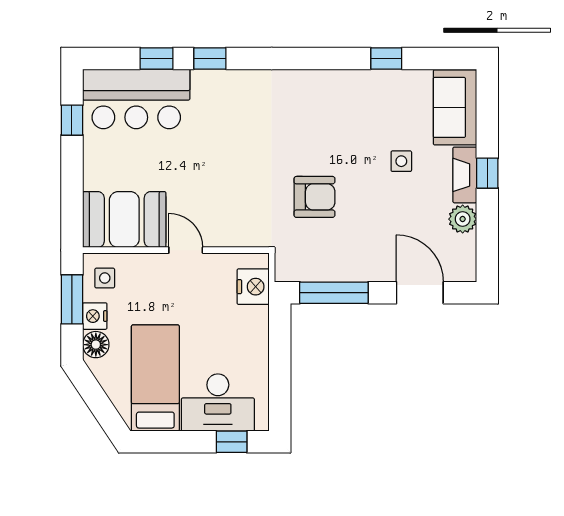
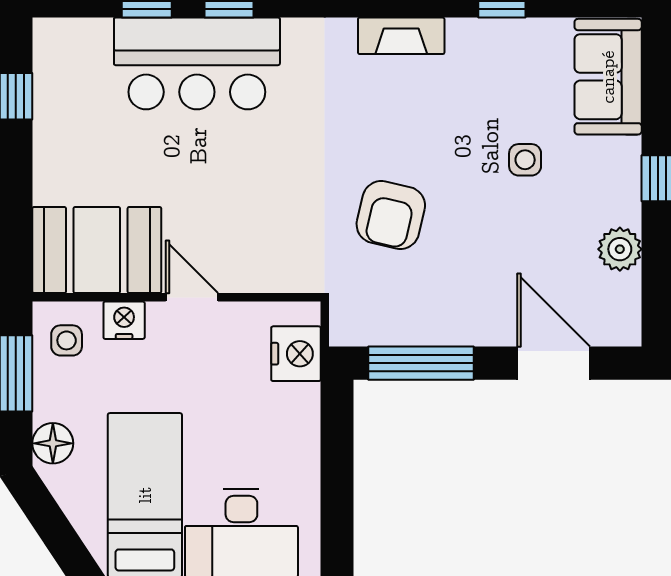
bar counter: (136, 99) -> (197, 63), moved
fireplace: (465, 175) -> (401, 36), moved, turned -90
armchair: (314, 197) -> (391, 215), turned 103
nightstand: (95, 316) -> (124, 320), moved, turned 90

